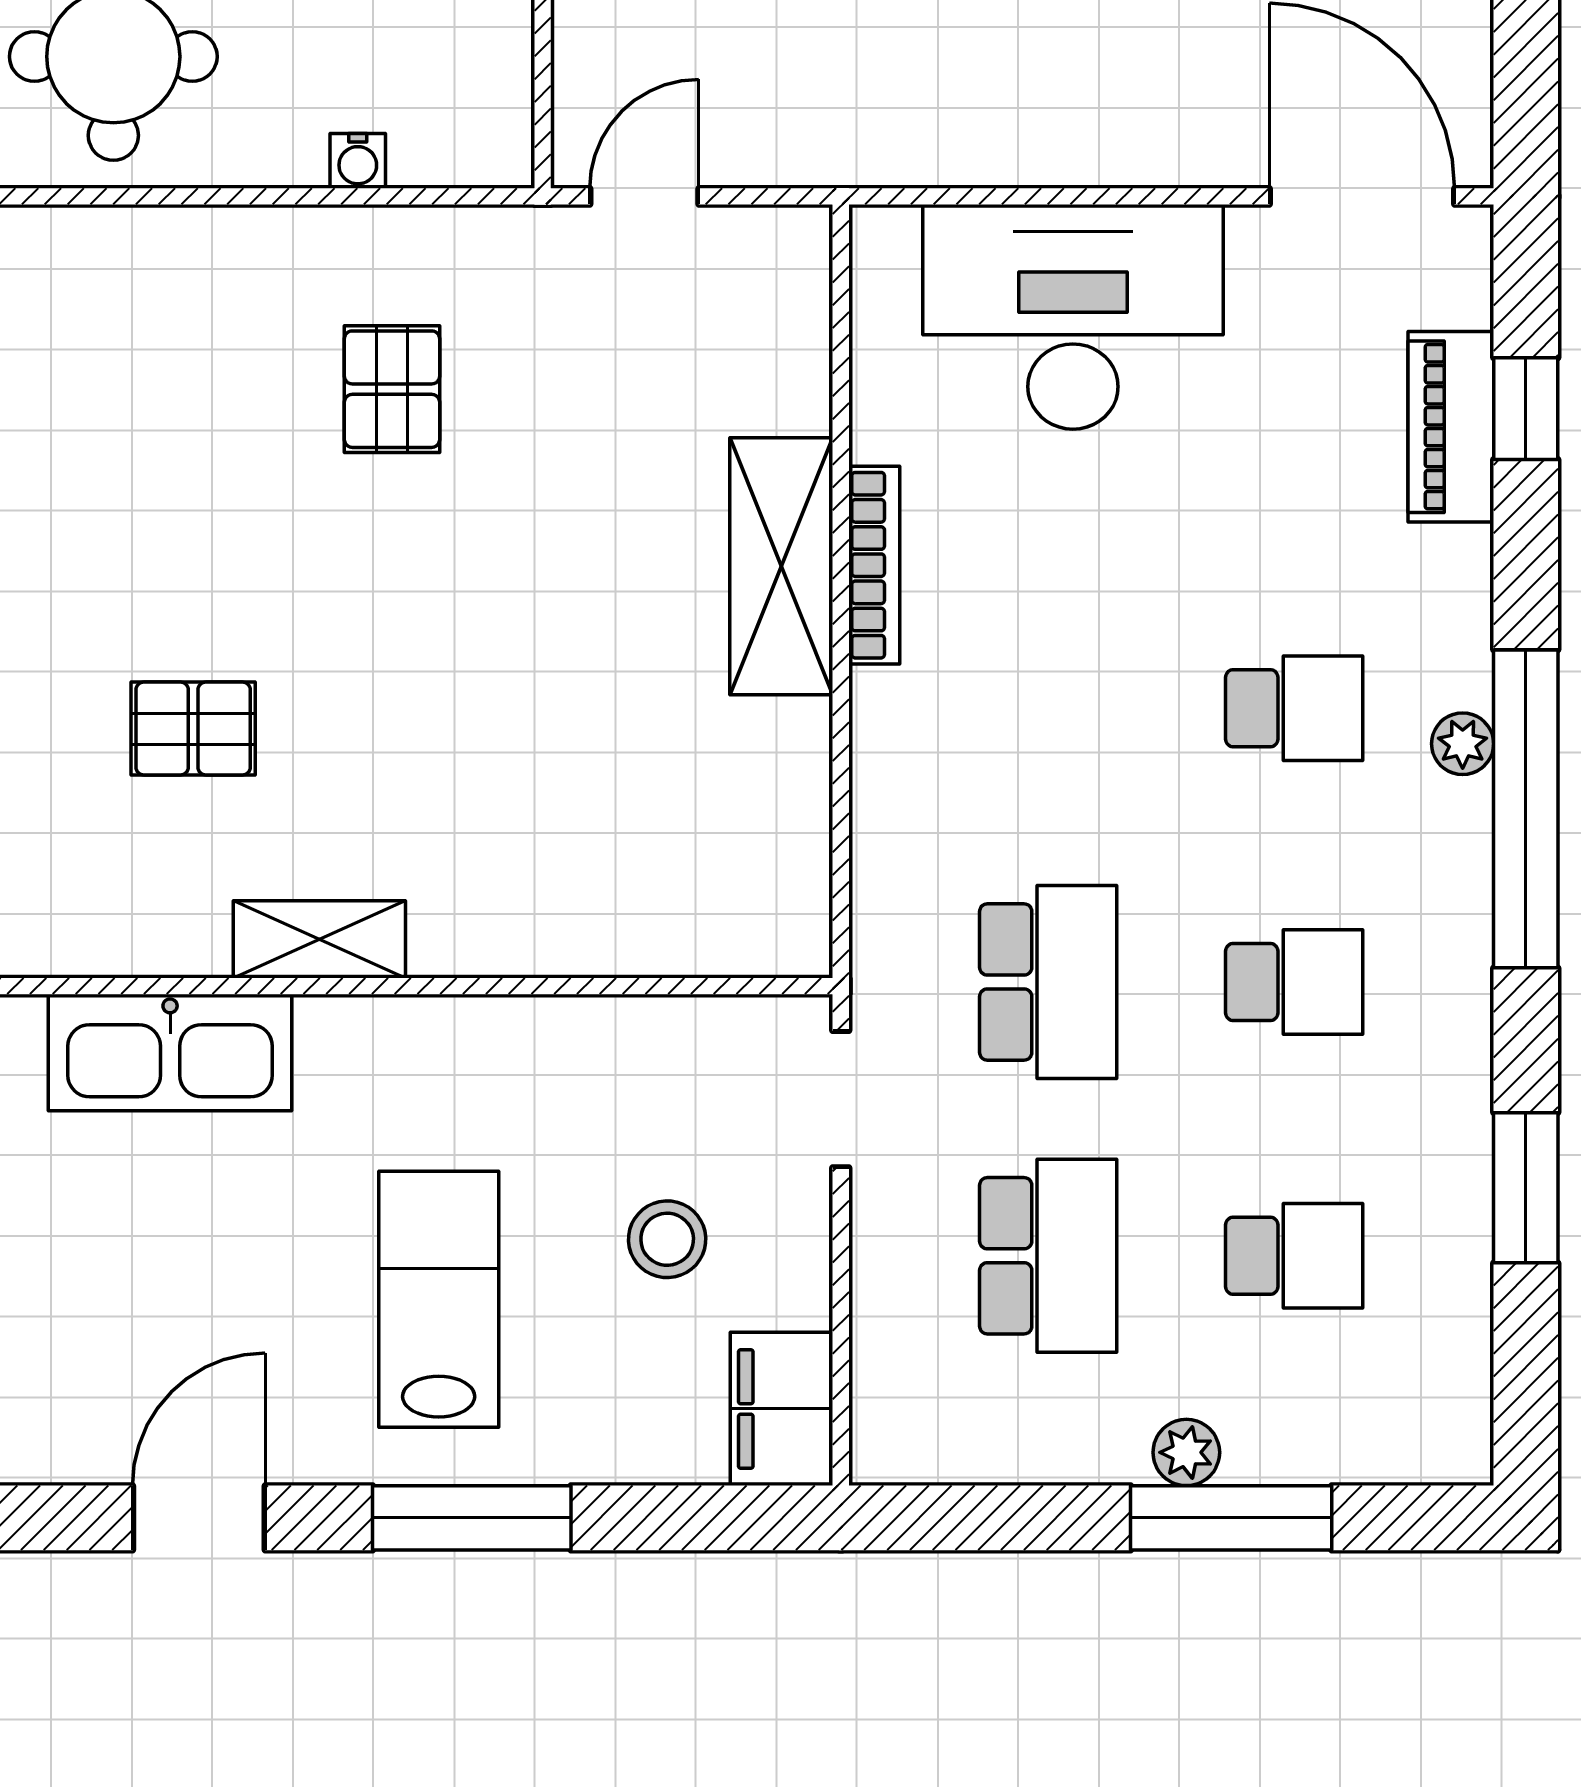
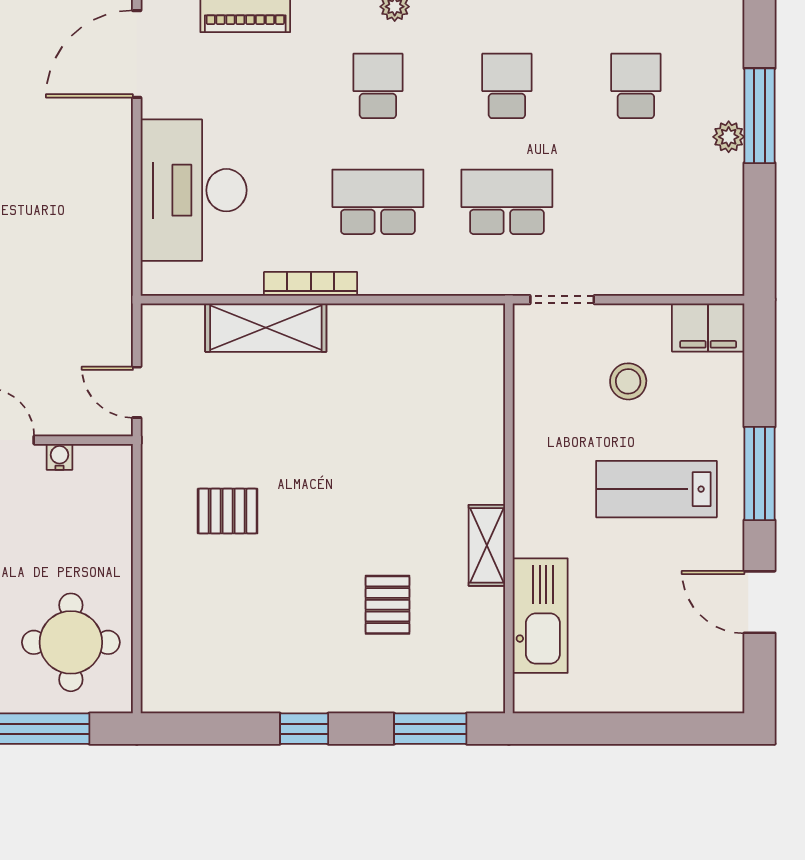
water cooler: (358, 161) -> (60, 457), moved, turned -90
shelving: (781, 566) -> (266, 328), moved
school desk: (1048, 1256) -> (378, 202), moved

